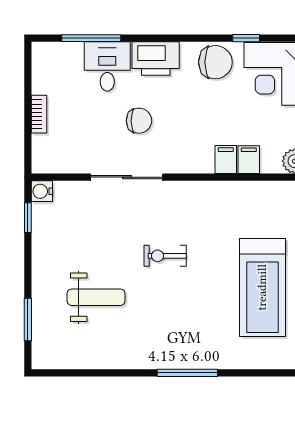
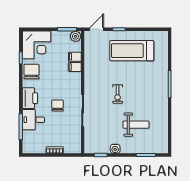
water cooler: (42, 191) -> (115, 149), moved
treadmill: (262, 287) -> (132, 51), turned 180
weight bench: (96, 297) -> (136, 125), turned 90

